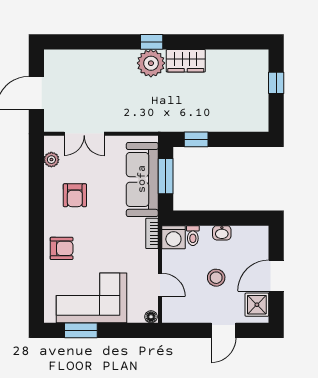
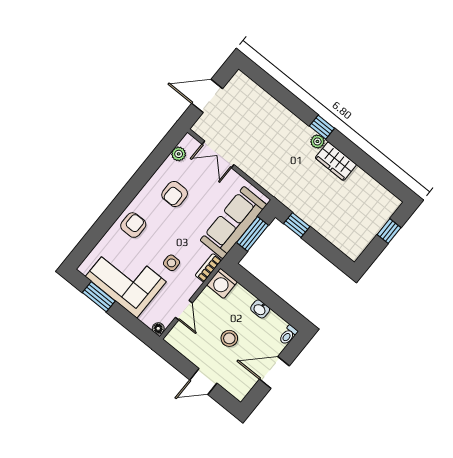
plant: (151, 63) -> (317, 141), width x0.53, depth x0.53
toilet: (193, 236) -> (288, 335), moved
armchair: (62, 248) -> (133, 225), turned -90
side table: (118, 254) -> (171, 263), added
shower: (257, 305) -> (243, 382), removed

